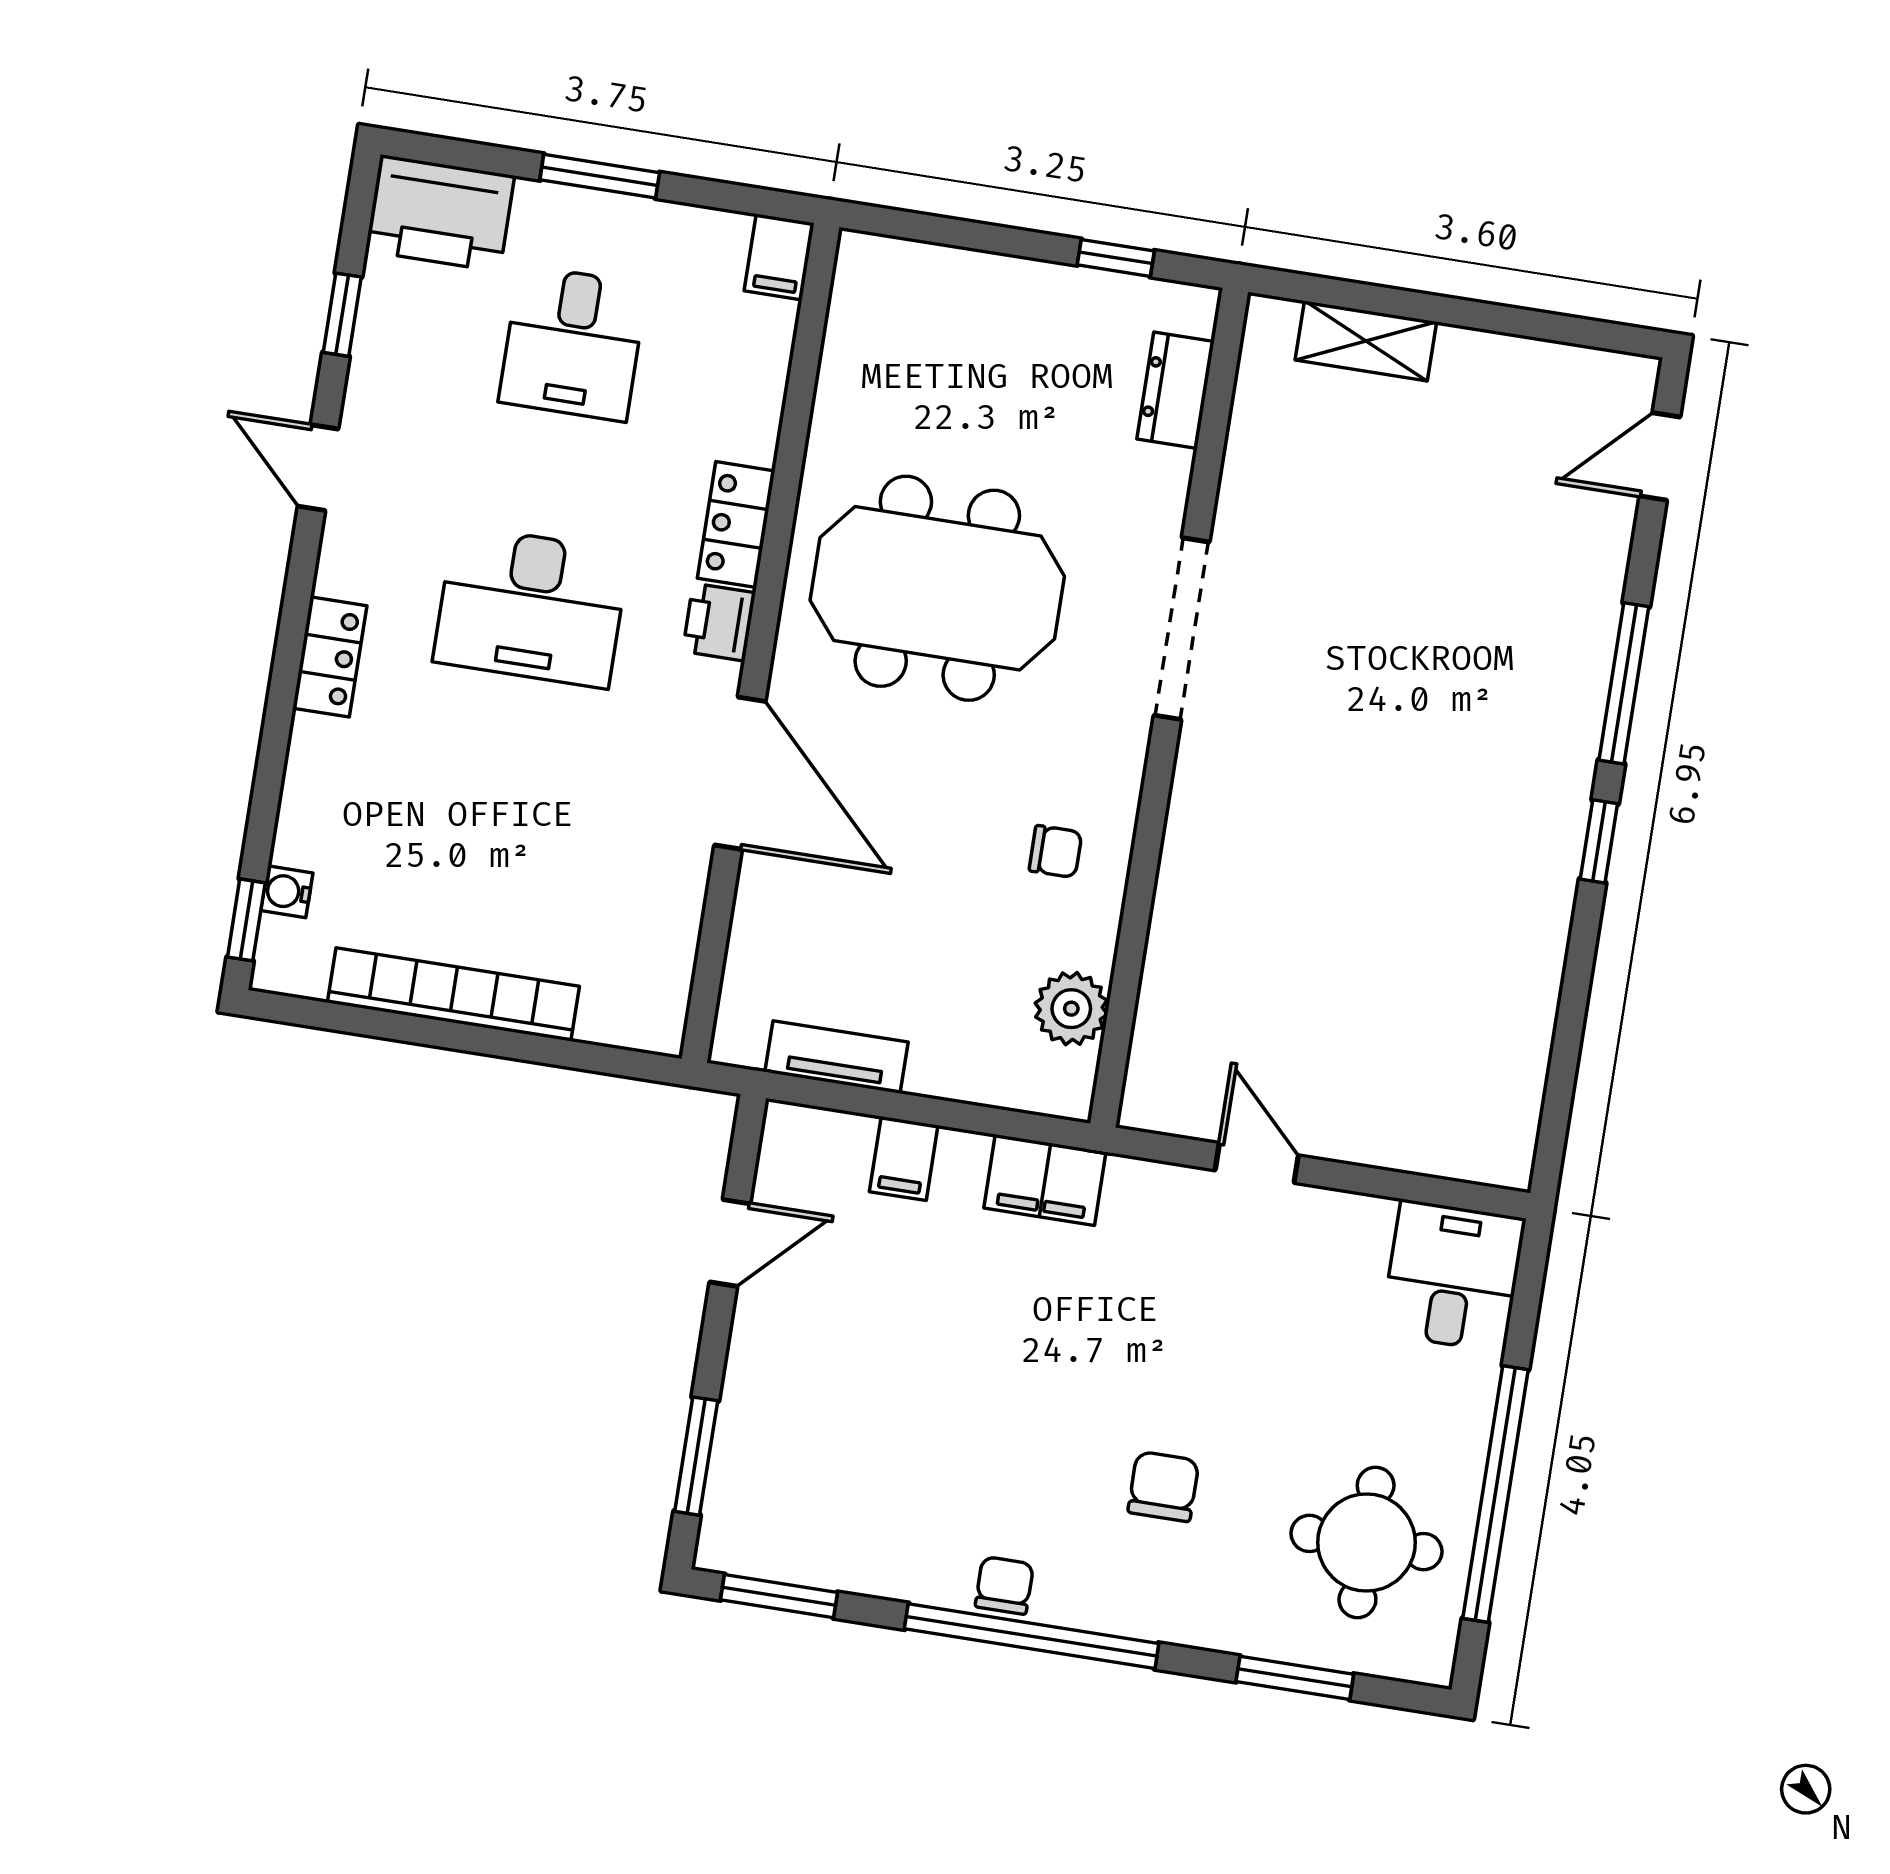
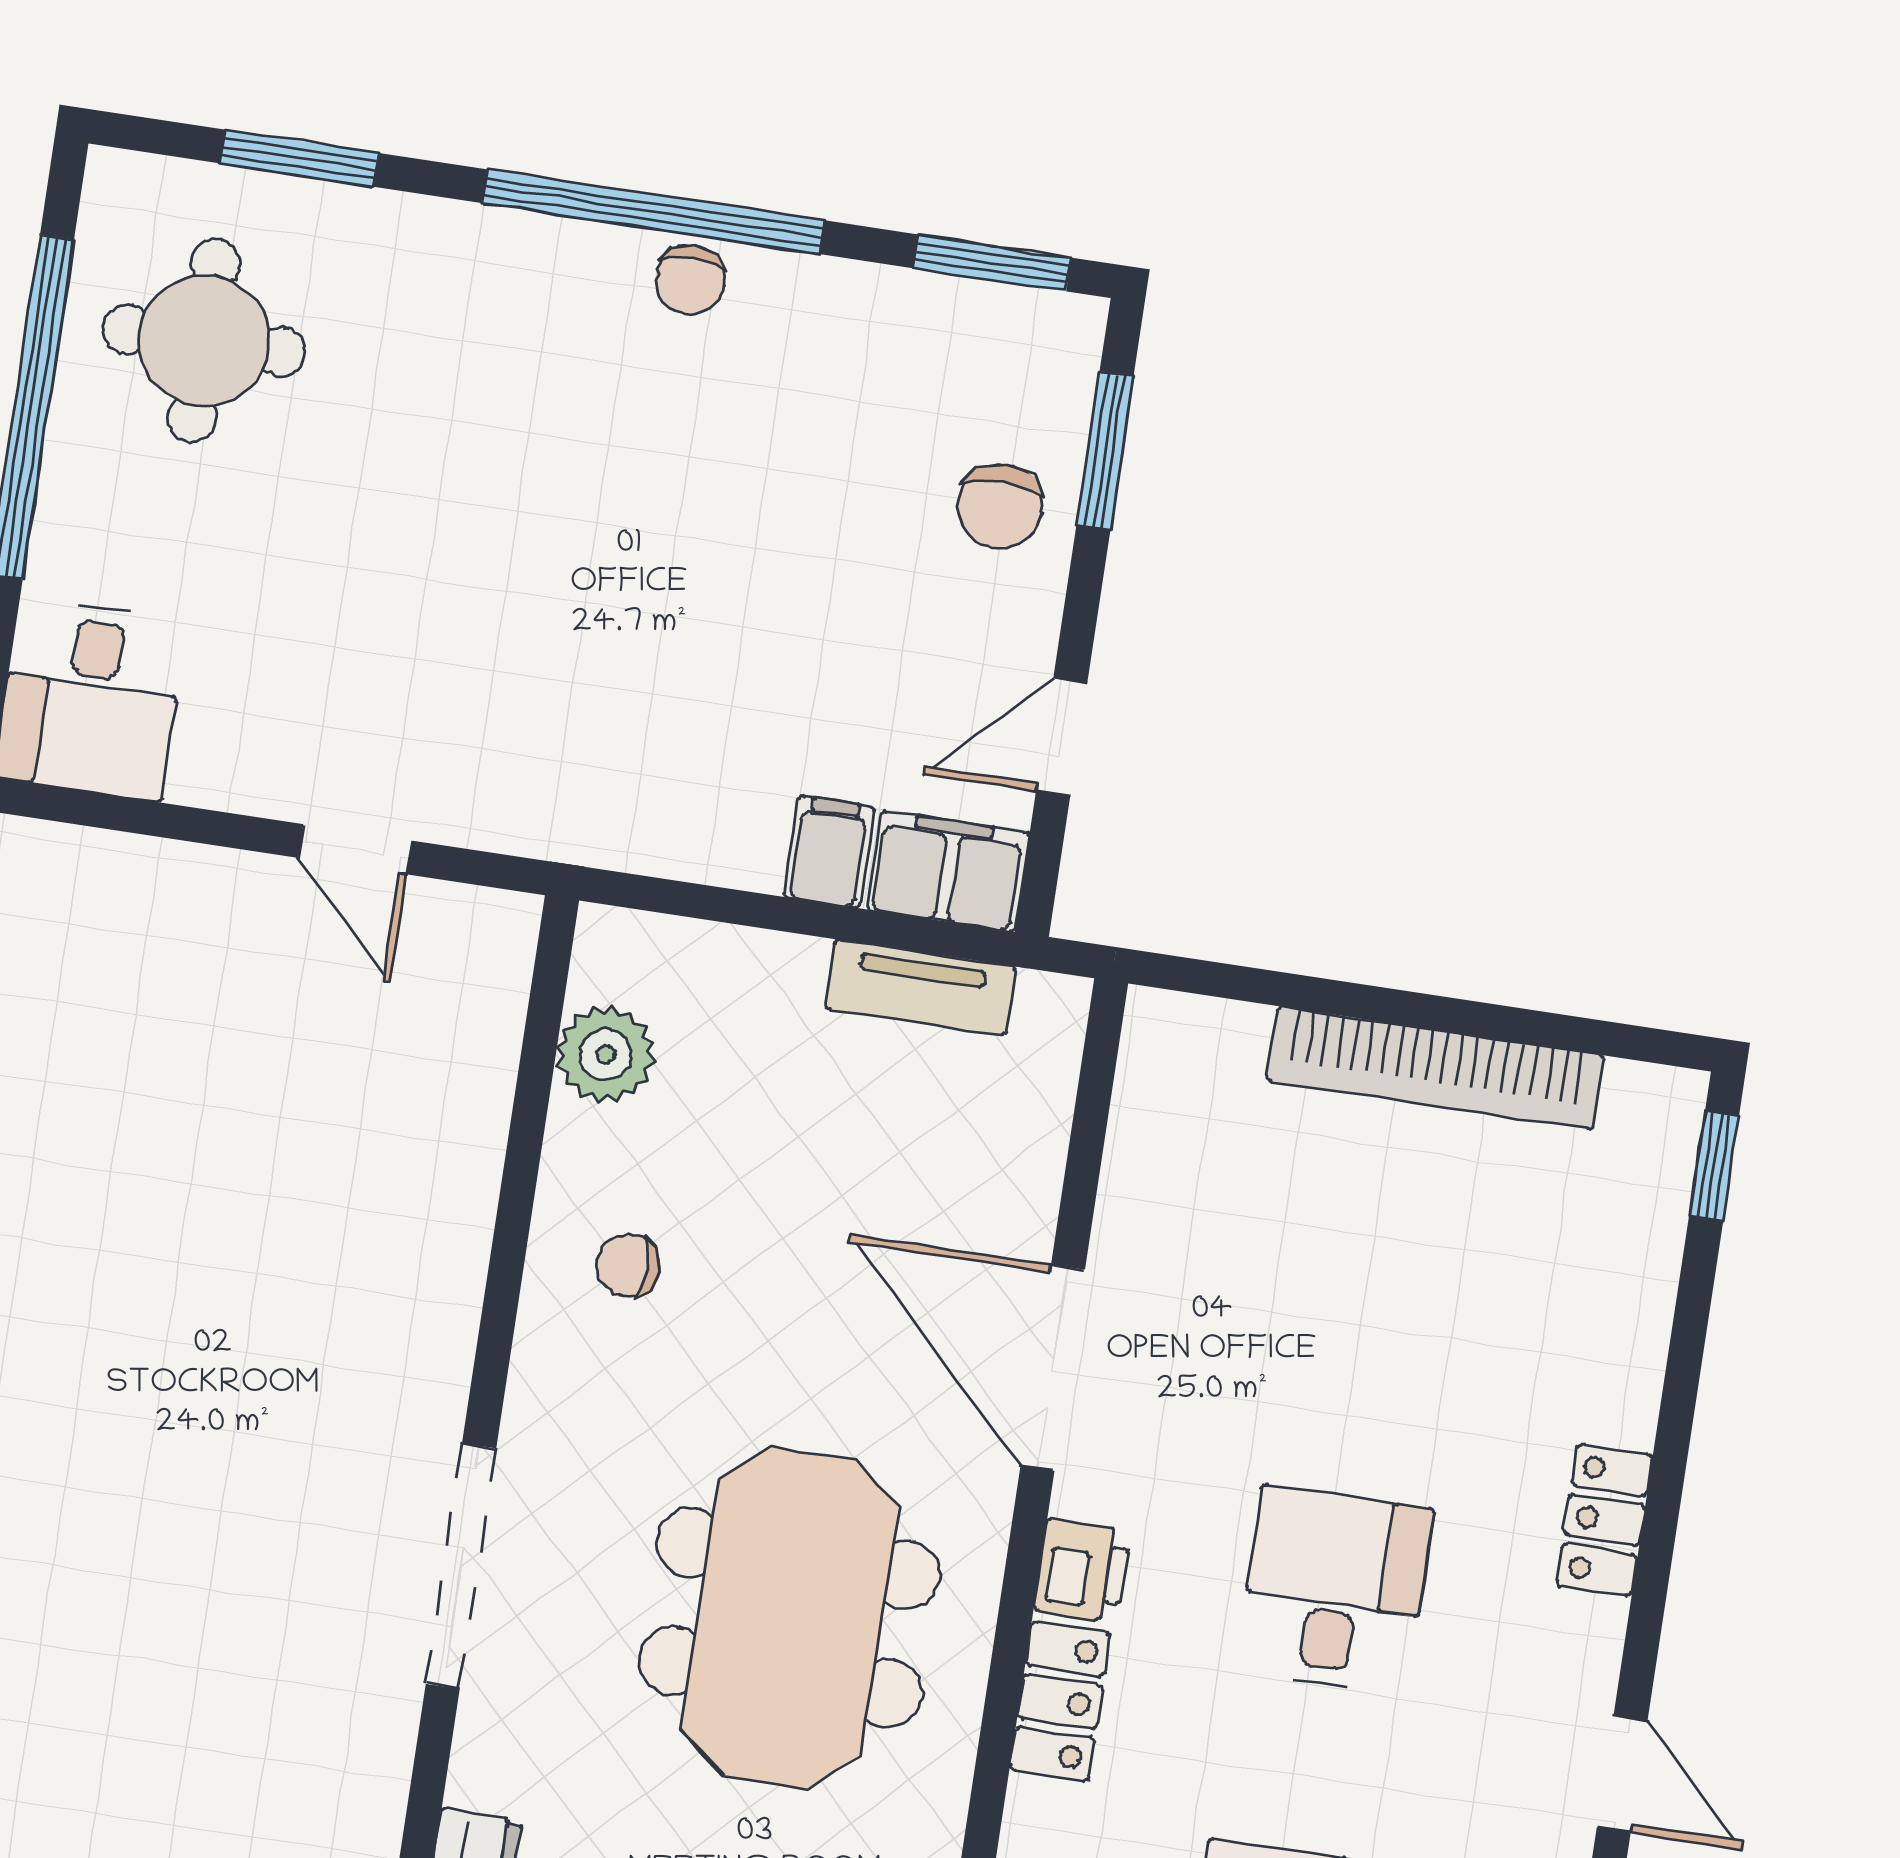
meeting table: (937, 588) -> (789, 1618), turned 90
desk: (531, 607) -> (1335, 1589), width x0.73
water cooler: (287, 892) -> (1660, 1204), removed
filing cabinet: (1045, 1180) -> (948, 871), moved
chair: (1163, 1486) -> (1000, 507), moved

